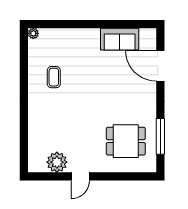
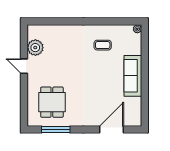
sofa: (120, 39) -> (133, 76), moved, width x1.36

